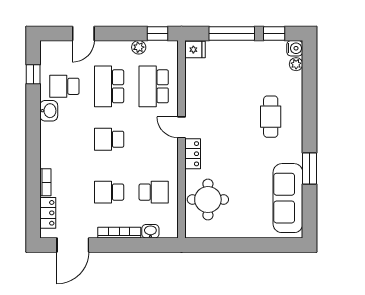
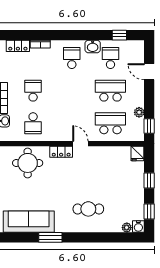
window: (232, 33) -> (149, 180), width x0.46
door: (182, 127) -> (80, 144), hinge flipped
school desk: (109, 139) -> (72, 58), moved

